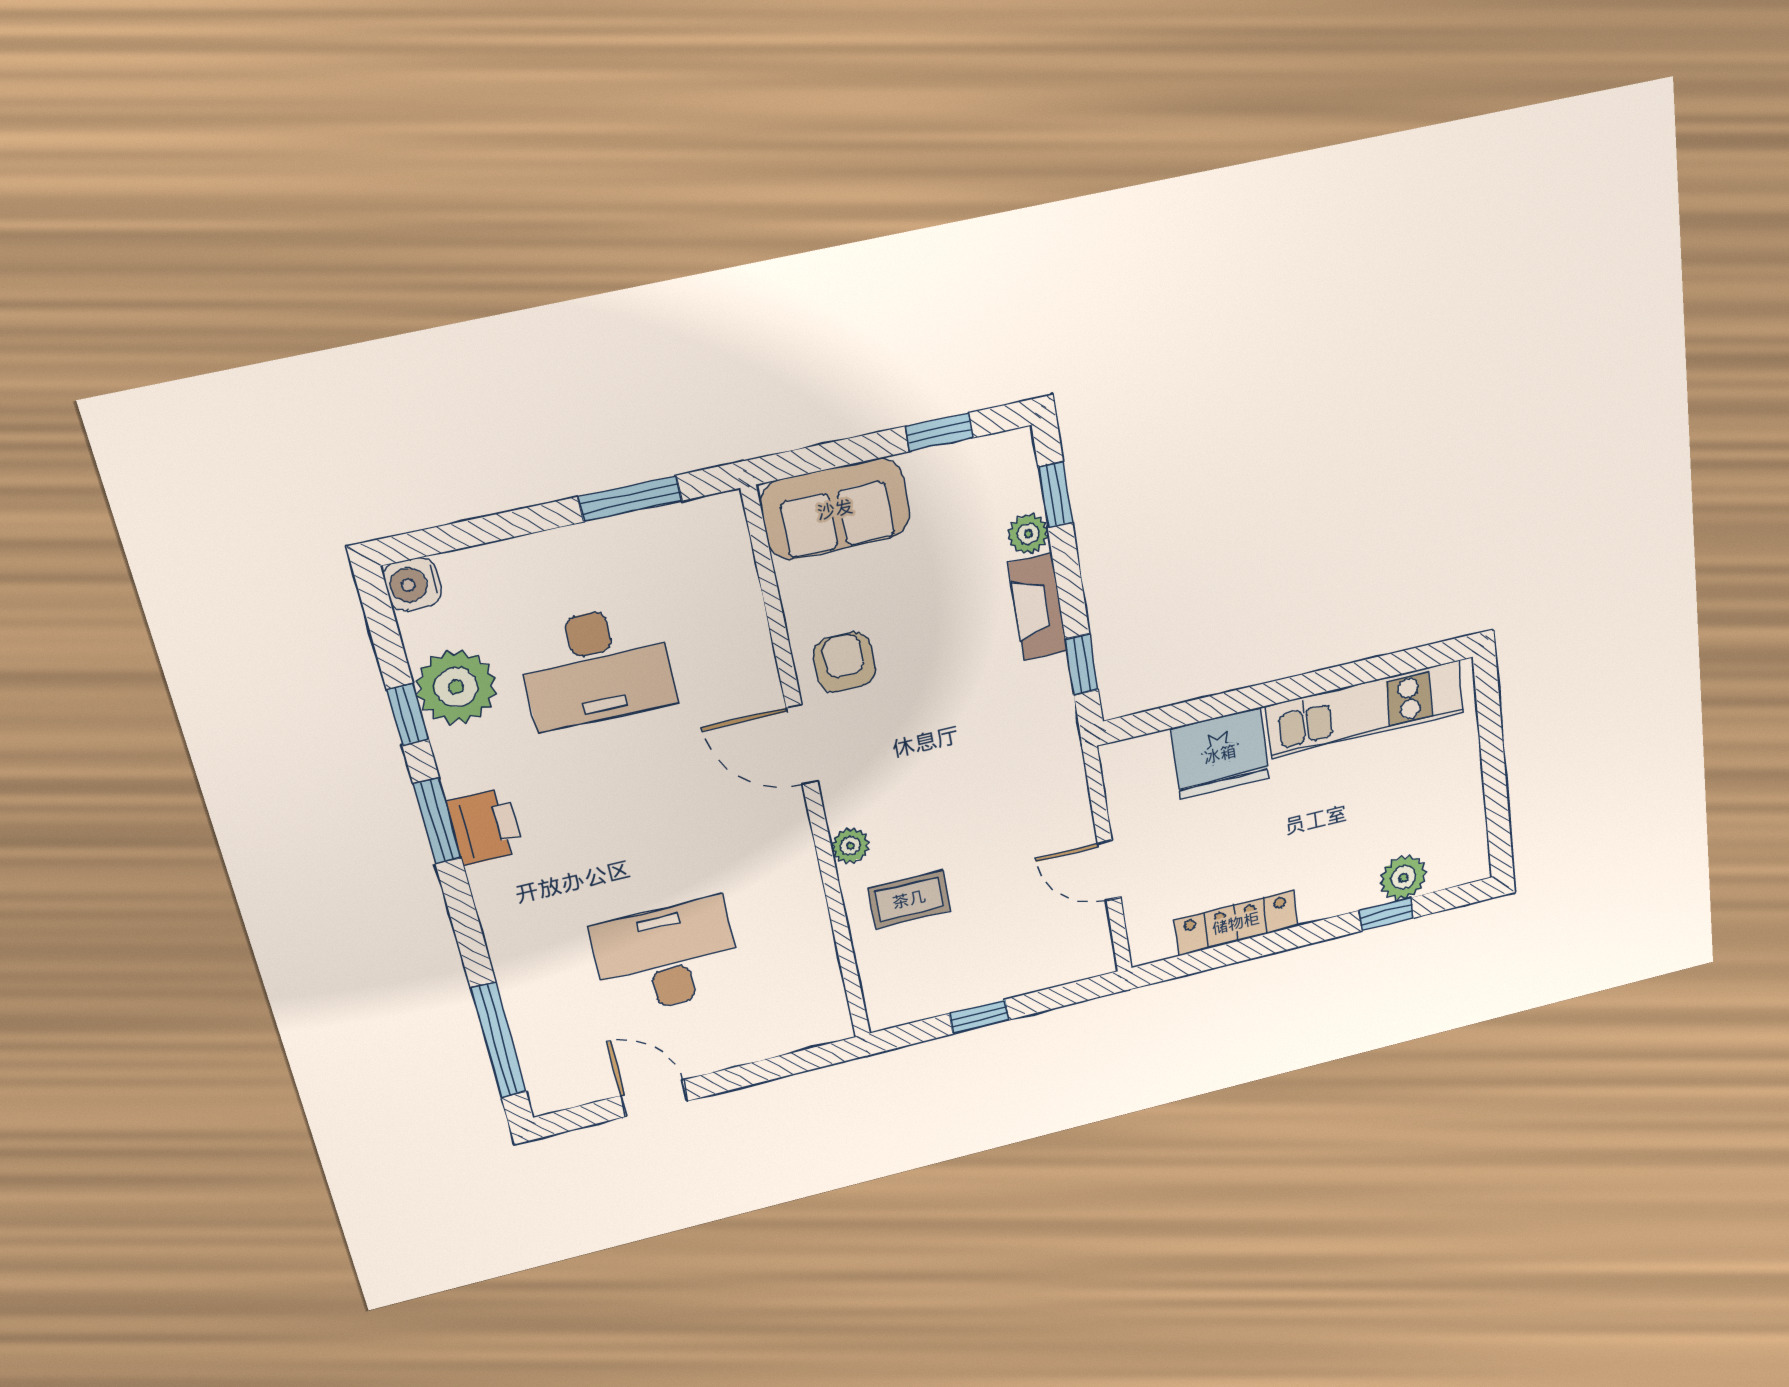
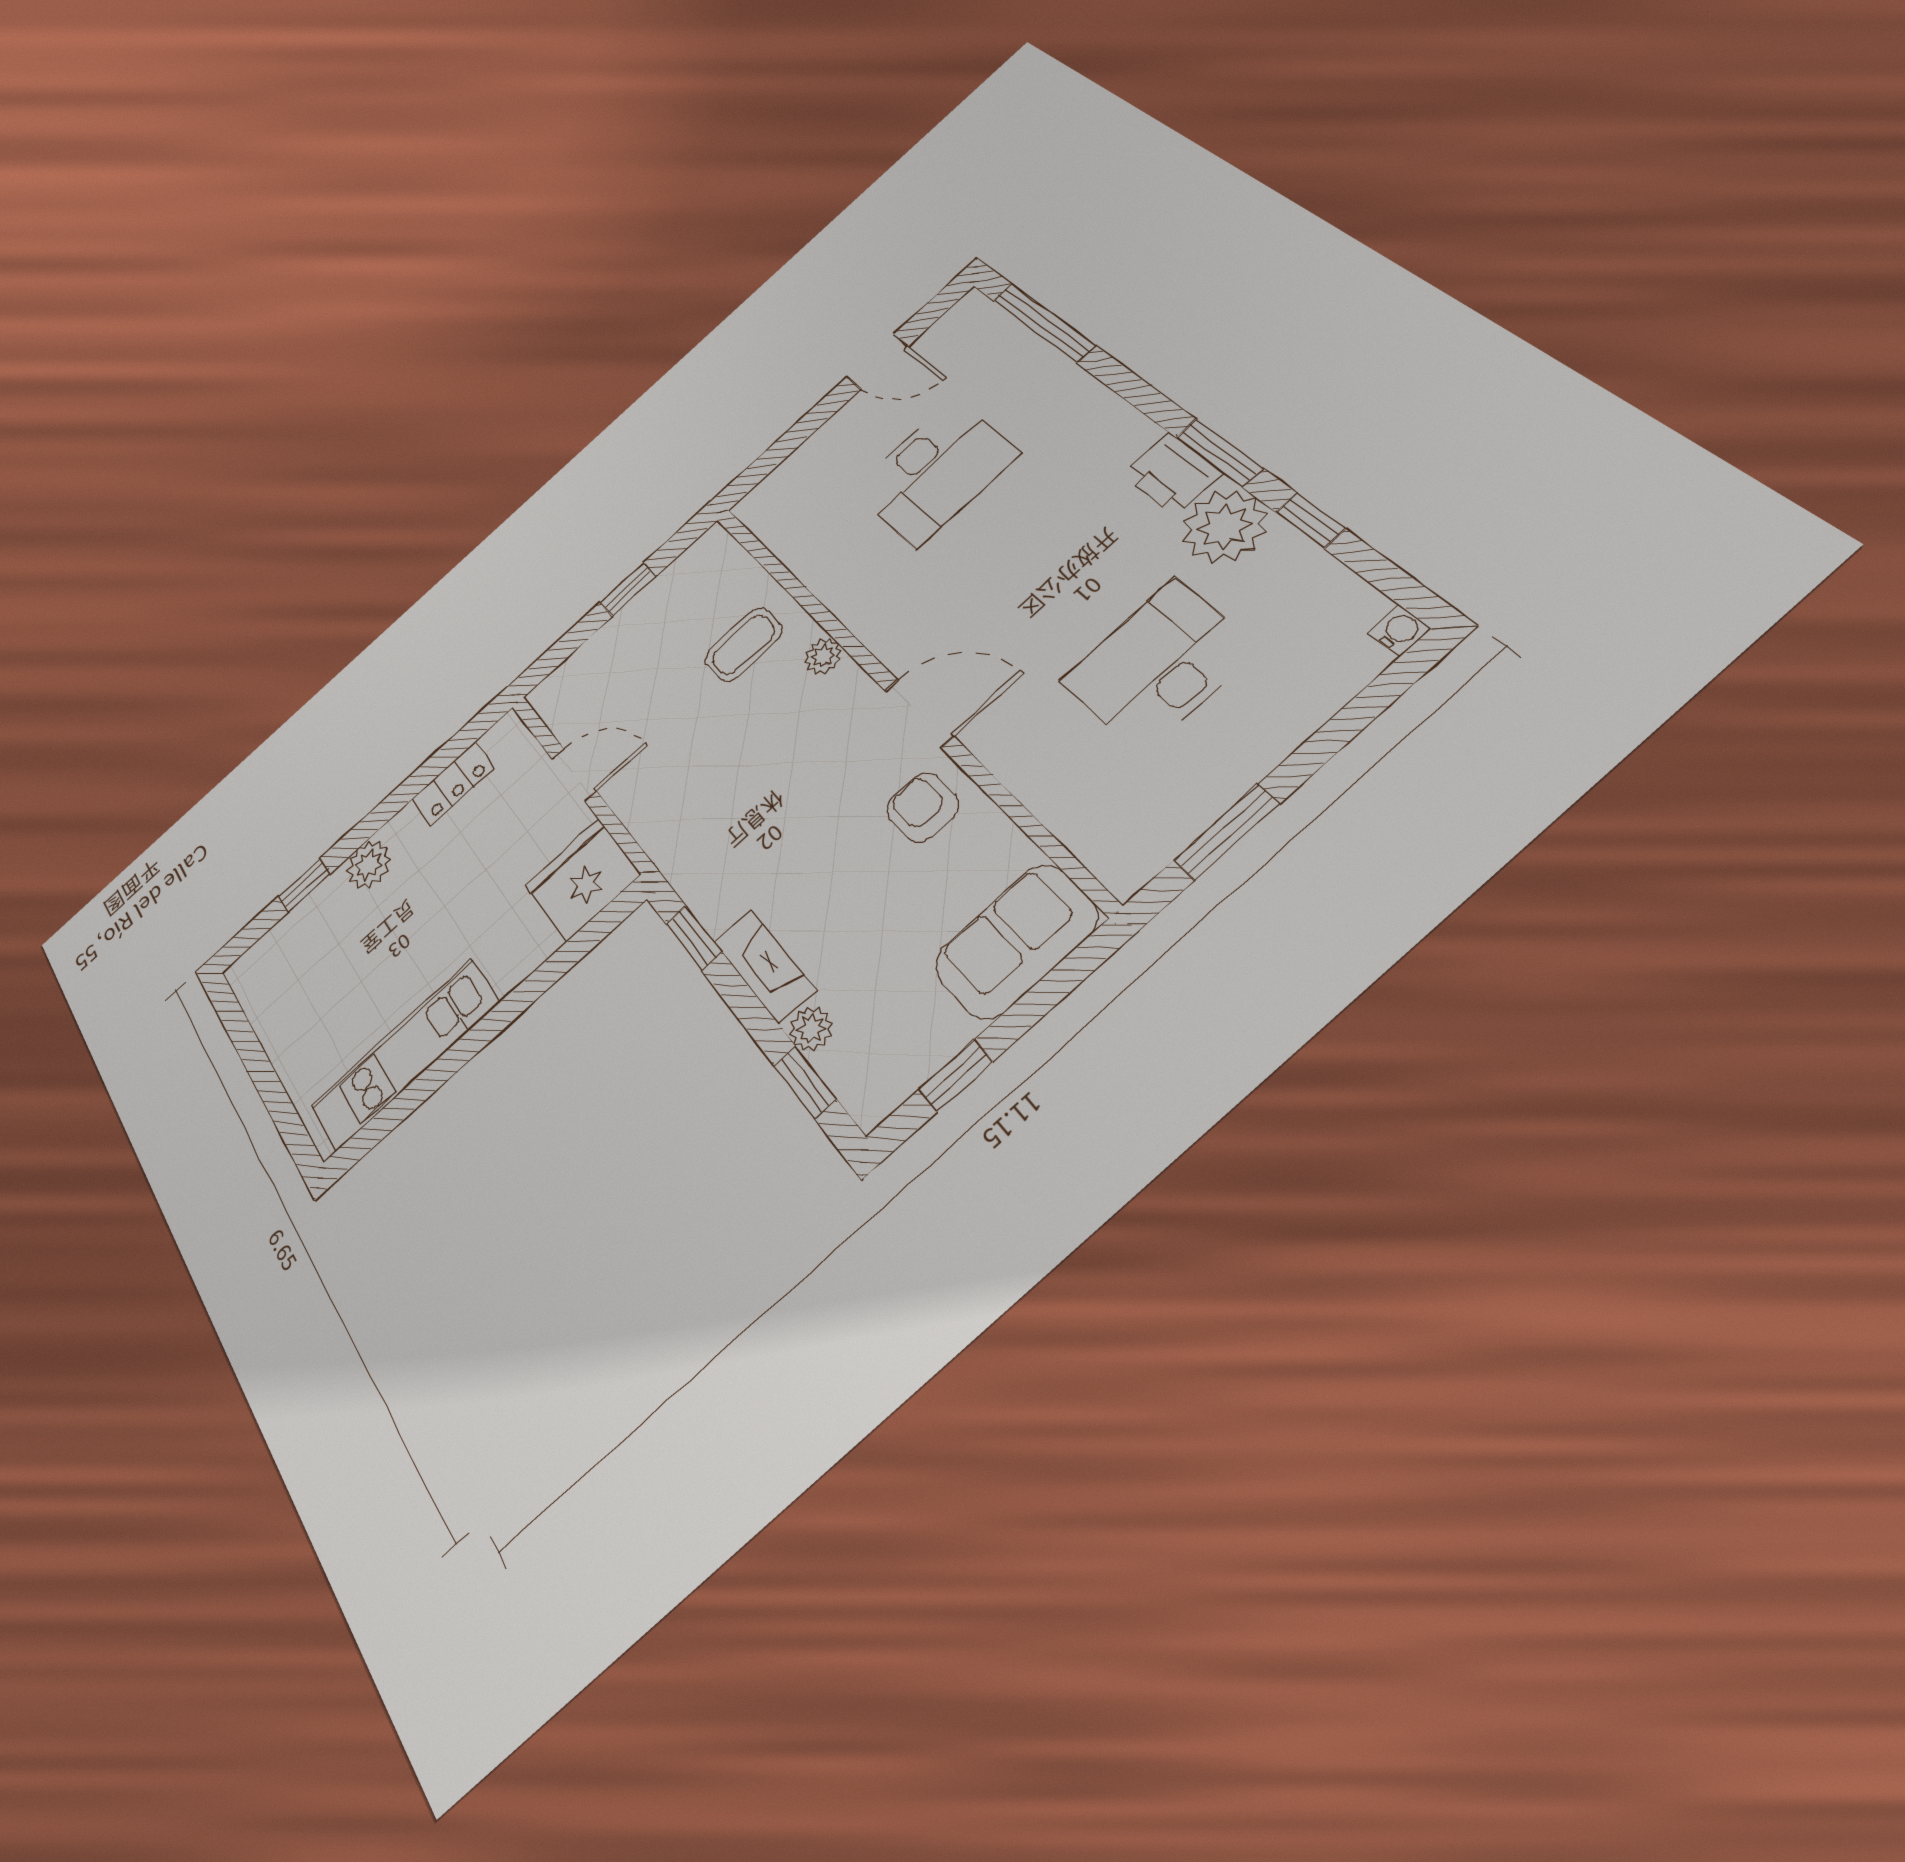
water cooler: (412, 584) -> (1400, 631), width x0.72, depth x0.72
armchair: (844, 662) -> (922, 808), turned 180
plant: (456, 687) -> (1225, 527), moved
fridge: (1220, 754) -> (582, 880), moved
plant: (1403, 878) -> (369, 865), moved
locker: (1236, 923) -> (453, 784), width x0.66

